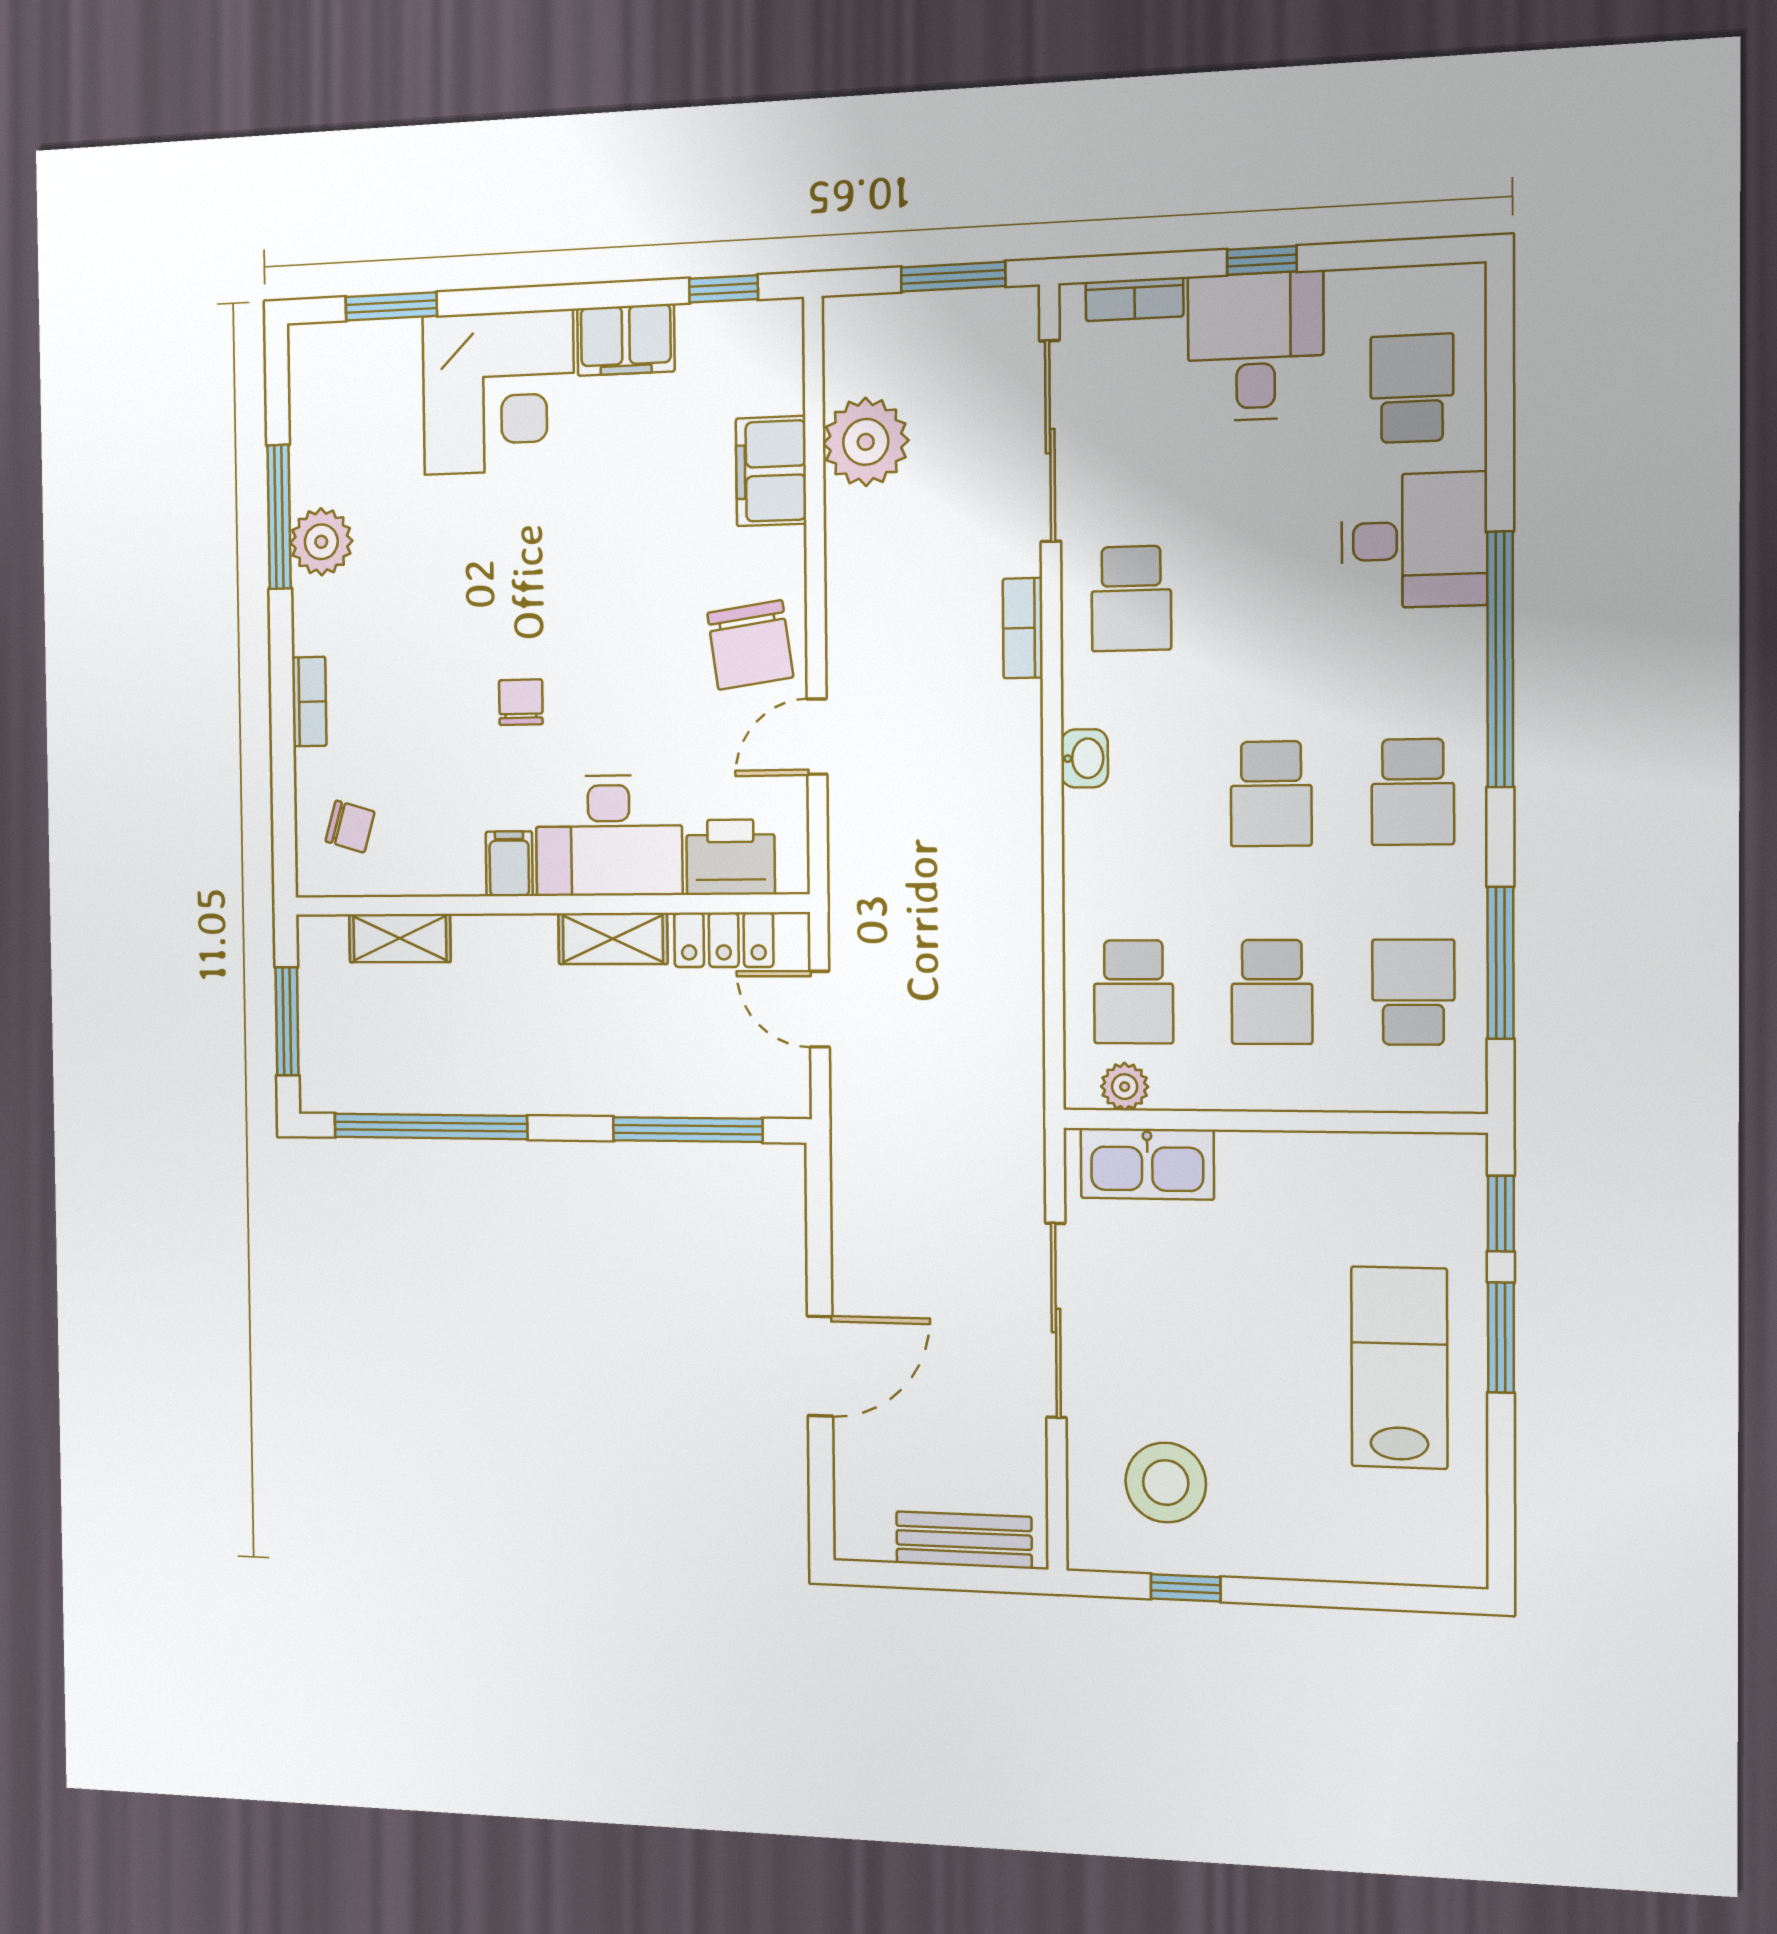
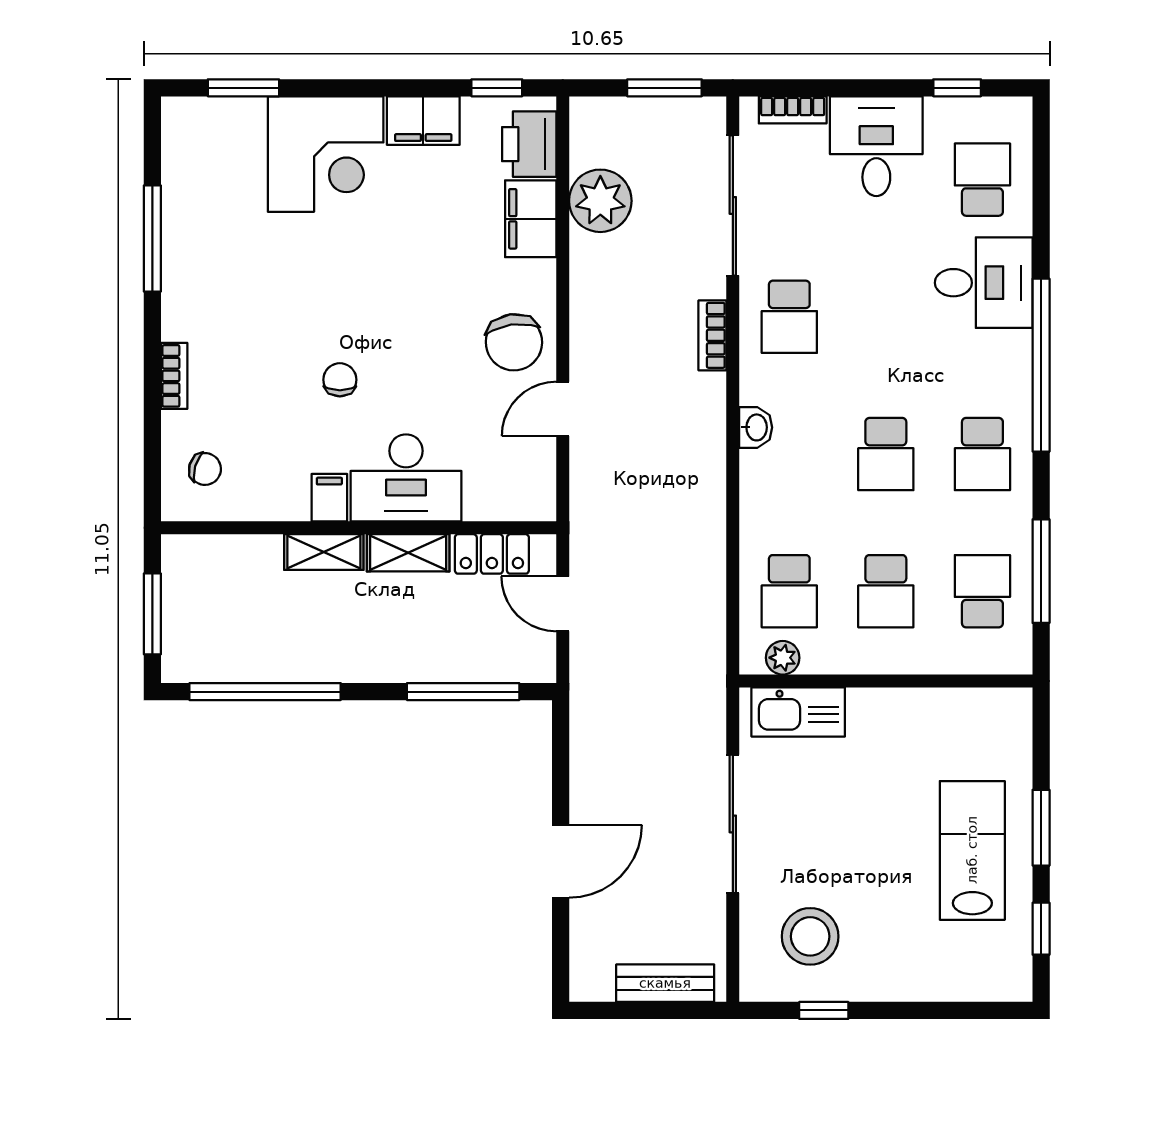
window: (1262, 260) -> (957, 88), moved
plant: (321, 542) -> (186, 258), removed
printer: (731, 857) -> (529, 144), moved, turned -90
shelving: (400, 938) -> (324, 552), moved
window: (1501, 1214) -> (1041, 929), moved

